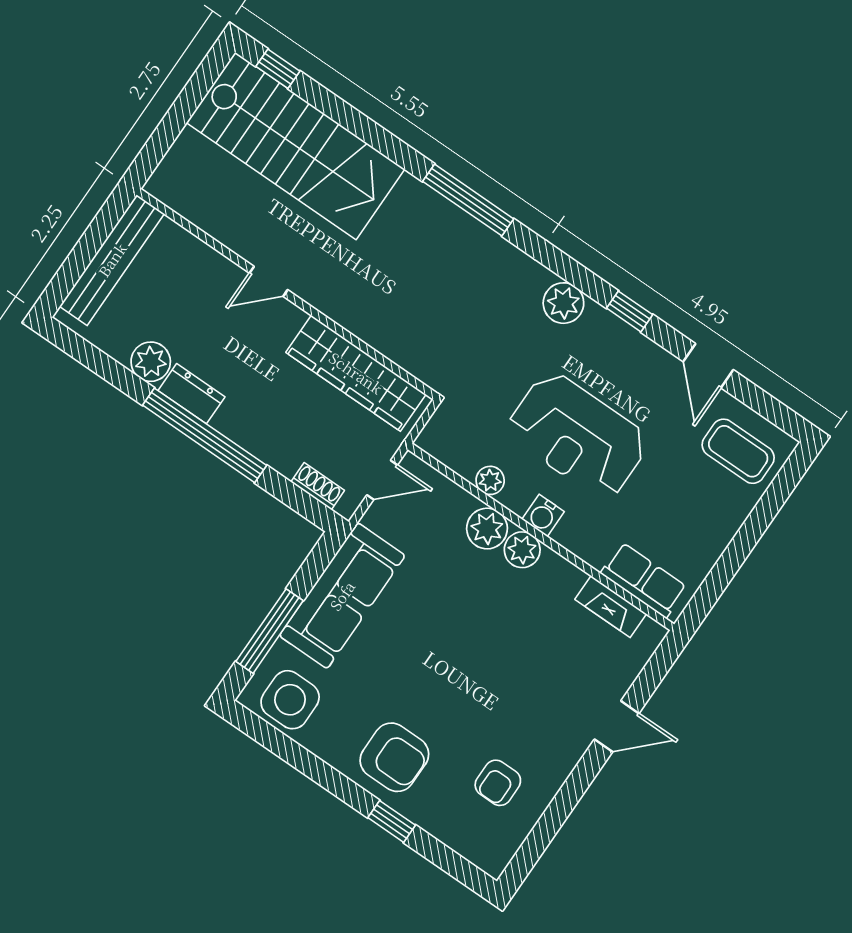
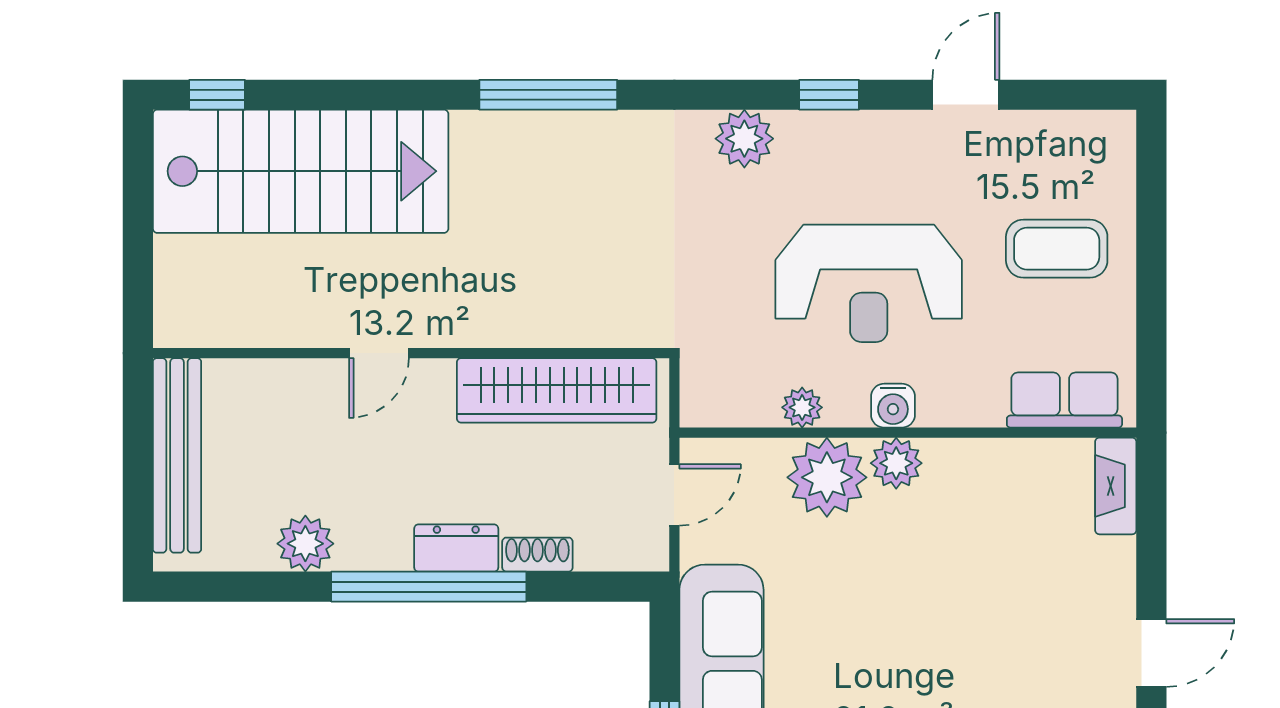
door: (708, 366) -> (966, 95), swing flipped
dresser: (192, 394) -> (456, 548), moved
coffee table: (738, 451) -> (1057, 249), moved
shoe rack: (318, 486) -> (537, 555), moved
plant: (487, 529) -> (827, 477), width x1.36, depth x1.36
fireplace: (611, 607) -> (1116, 486), moved, turned 90
door: (617, 726) -> (1151, 653), moved

